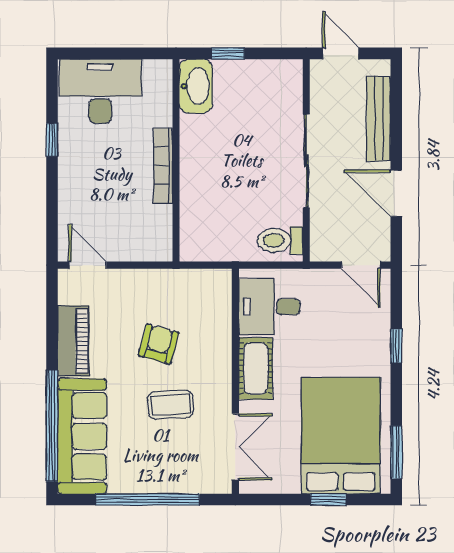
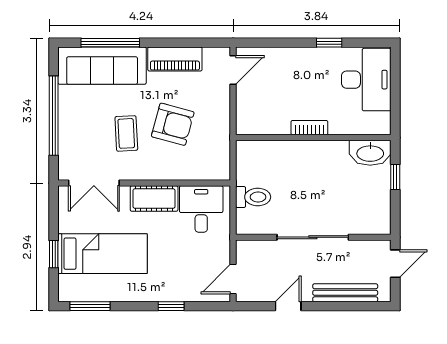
bookcase: (163, 165) -> (309, 128), width x0.64
door: (396, 193) -> (288, 306), width x0.73
toilet: (280, 240) -> (253, 197), moved, turned 90
armchair: (159, 344) -> (173, 124), width x1.38, depth x1.38
window: (52, 426) -> (110, 43), width x0.68
bed: (341, 436) -> (103, 254), width x0.67

